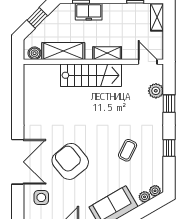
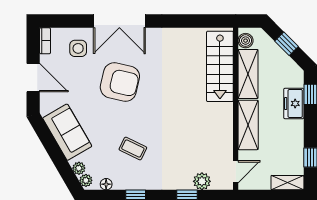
shelving: (107, 53) -> (248, 125), width x1.50, depth x1.33
stairs: (91, 75) -> (220, 66), moved
armchair: (70, 161) -> (120, 82), turned 52
floor lamp: (158, 173) -> (106, 184), added

